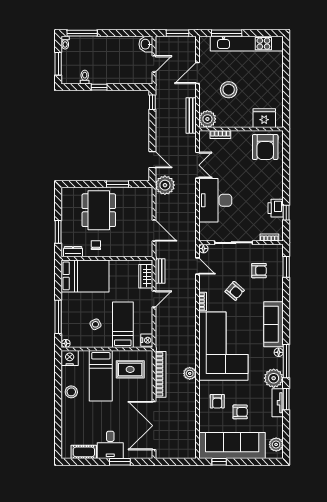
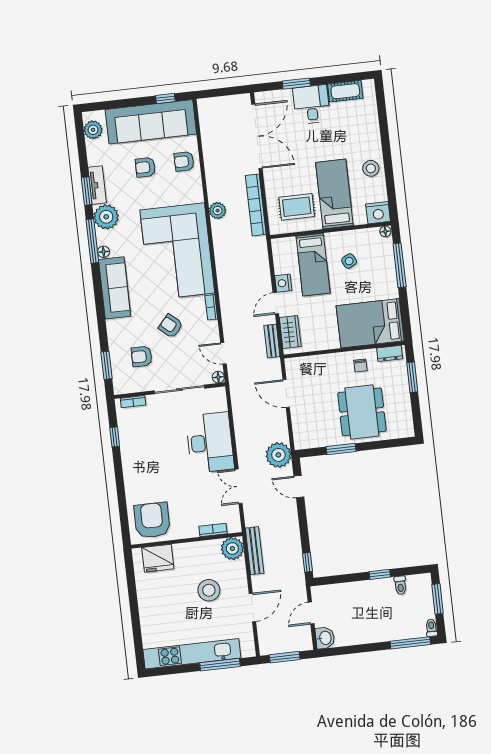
printer: (276, 208) -> (129, 441), removed
nightstand: (147, 340) -> (283, 283), moved
armchair: (217, 401) -> (184, 161), moved, turned -90

